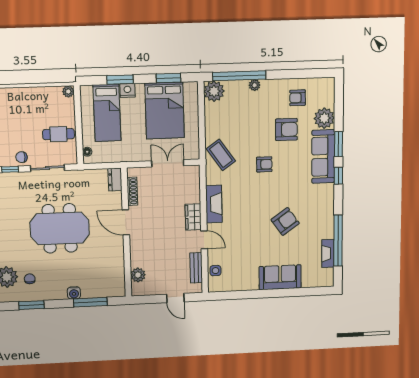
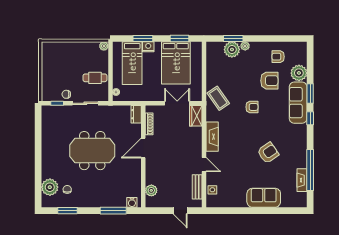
window: (239, 76) -> (233, 38), width x0.47
plant: (214, 91) -> (232, 49), moved
wardrobe: (193, 217) -> (196, 116), moved
door: (126, 222) -> (143, 148), hinge flipped
water cooler: (74, 293) -> (132, 202), moved

